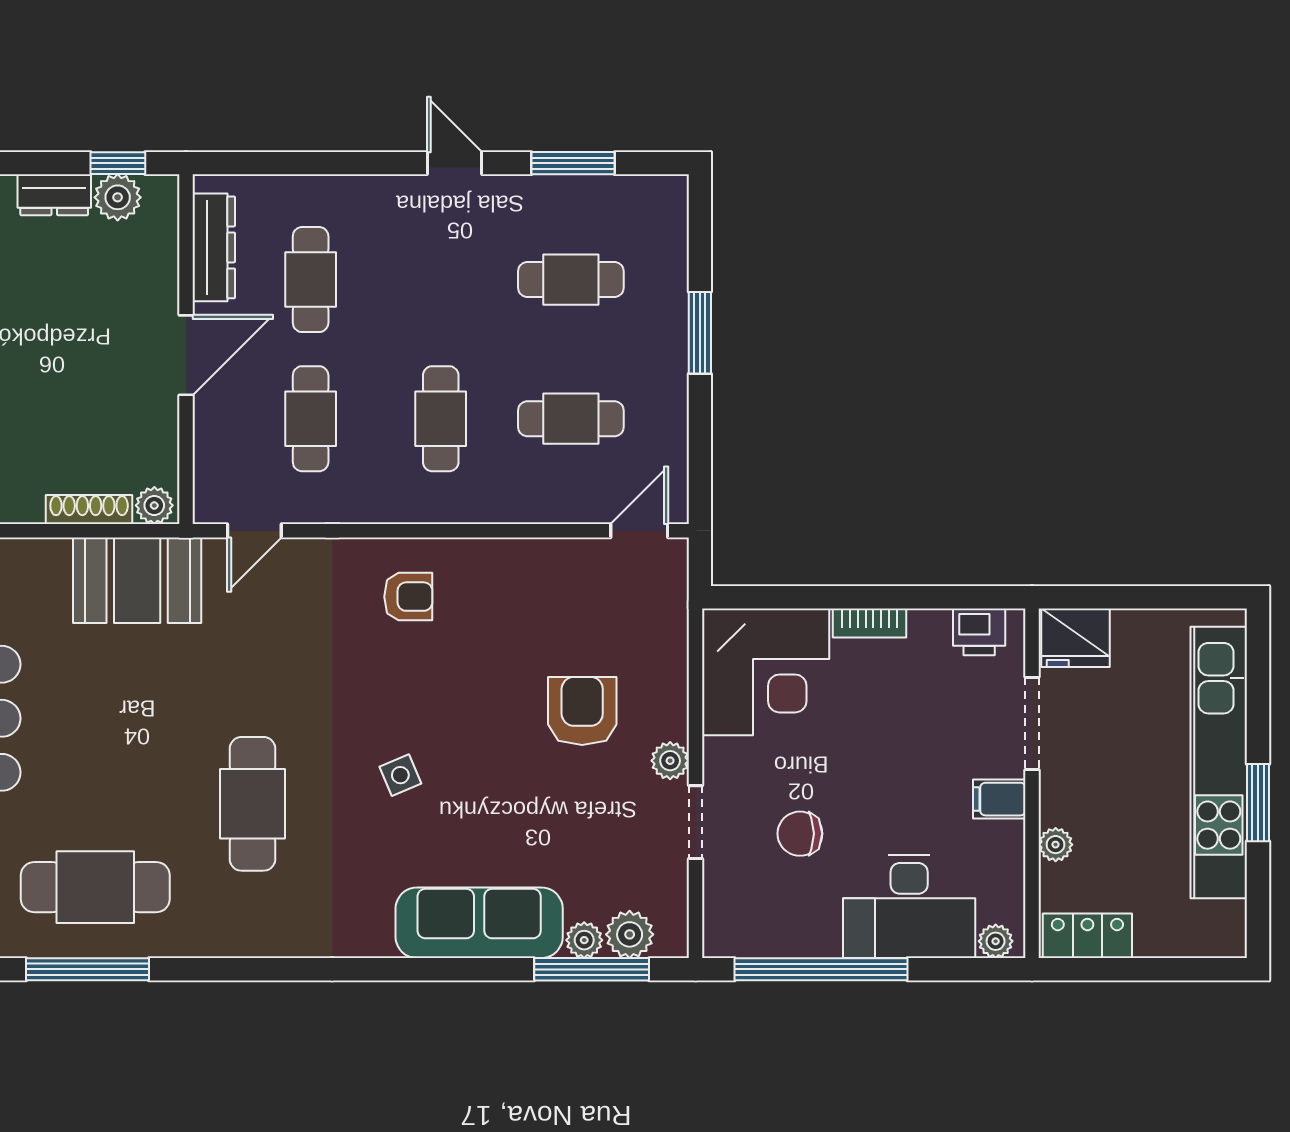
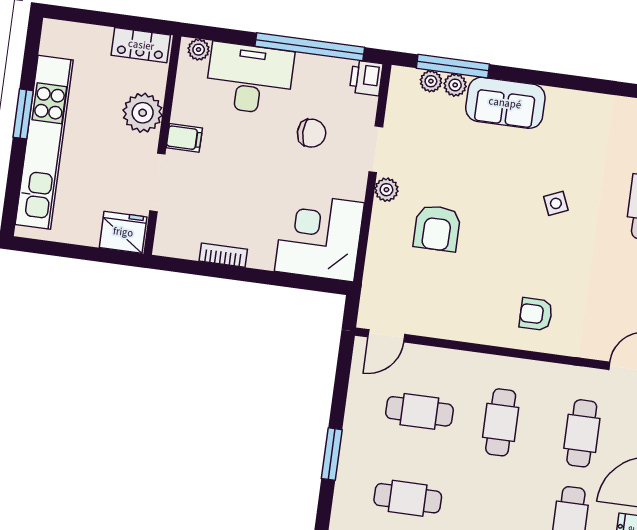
bookcase: (869, 623) -> (223, 255), moved
printer: (979, 632) -> (366, 78), moved, turned -90
plant: (1056, 845) -> (143, 113), width x1.88, depth x1.88
sofa: (479, 923) -> (505, 103), width x0.73
plant: (630, 934) -> (431, 81), width x0.73, depth x0.73

